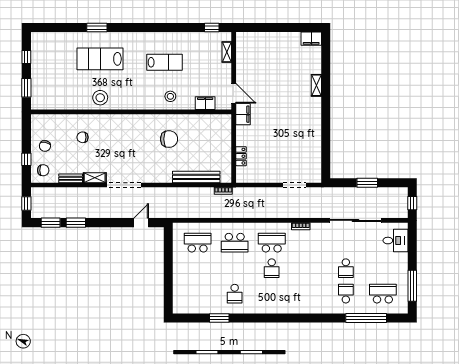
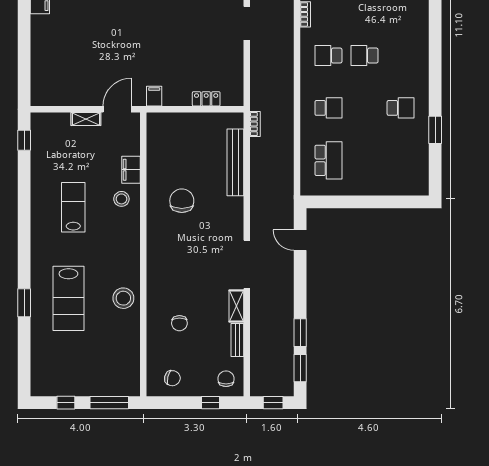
shelving: (227, 52) -> (86, 119), moved
window: (26, 88) -> (109, 403), width x1.44
filing cabinet: (205, 103) -> (131, 170), moved
filing cabinet: (243, 114) -> (154, 96), width x0.50
chair: (45, 146) -> (172, 378), moved
school desk: (198, 243) -> (328, 160), turned 180
school desk: (235, 243) -> (328, 108), width x0.54
school desk: (272, 243) -> (328, 56), width x0.54
school desk: (272, 268) -> (365, 56), turned 180

